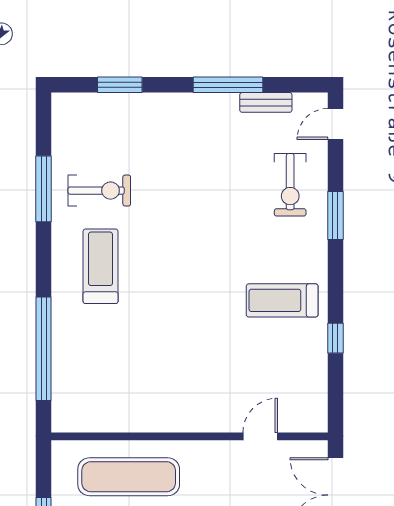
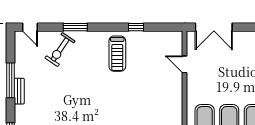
bench: (266, 102) -> (19, 91), moved
exercise bike: (290, 185) -> (60, 50), turned 124

